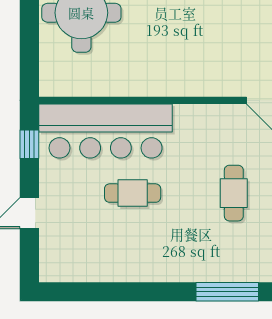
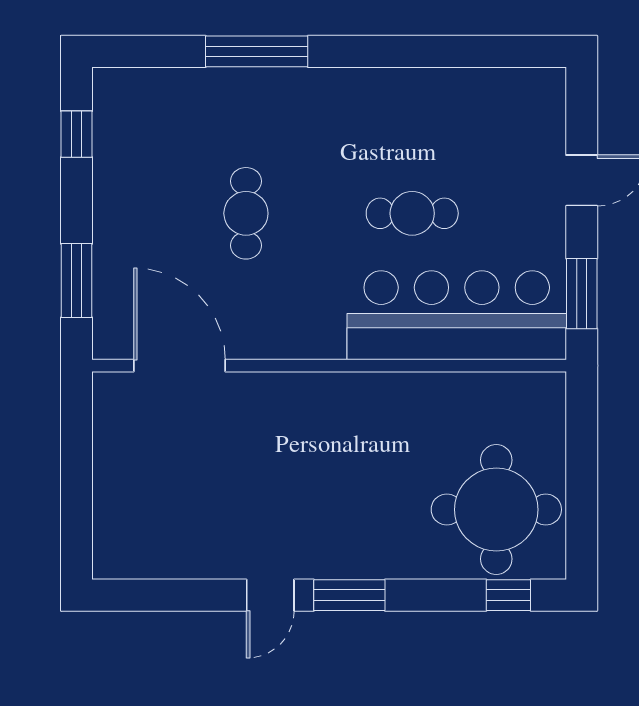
window: (29, 144) -> (582, 294), width x1.50

